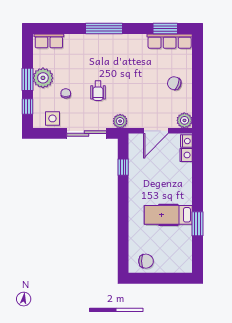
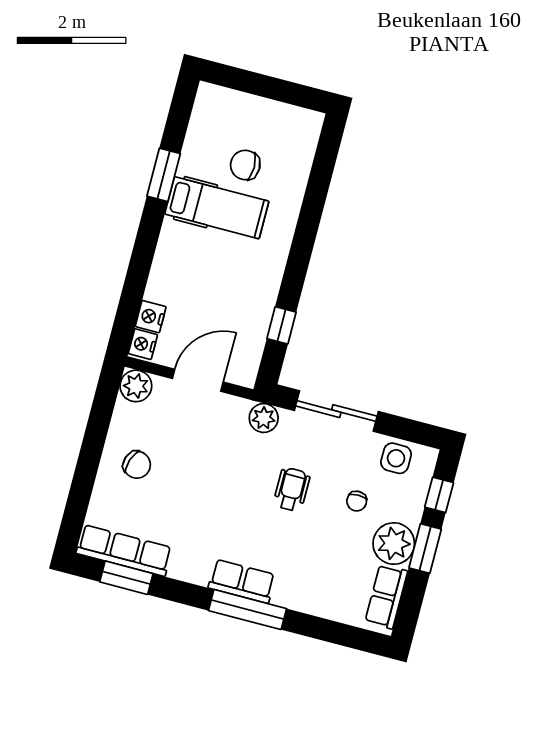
row of seats: (49, 41) -> (386, 596), moved, turned -90
row of seats: (110, 41) -> (242, 581), added
chair: (146, 261) -> (245, 165), moved

